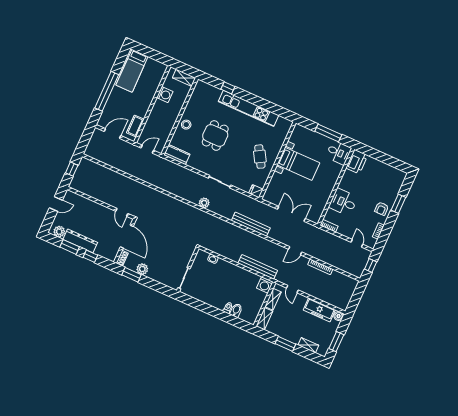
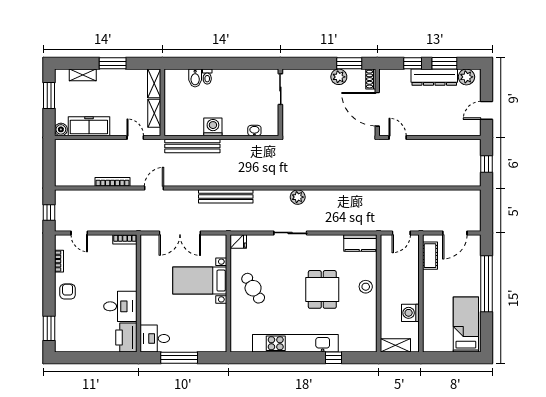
bed with nightstands: (298, 164) -> (200, 281), moved
desk: (343, 202) -> (120, 306), moved
window: (398, 204) -> (49, 328), moved
washing machine: (265, 285) -> (213, 127), moved

